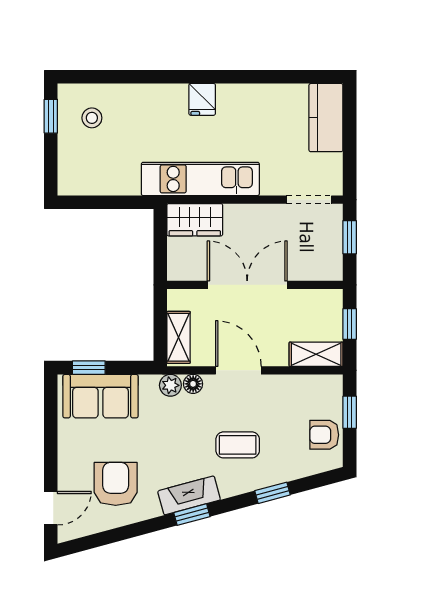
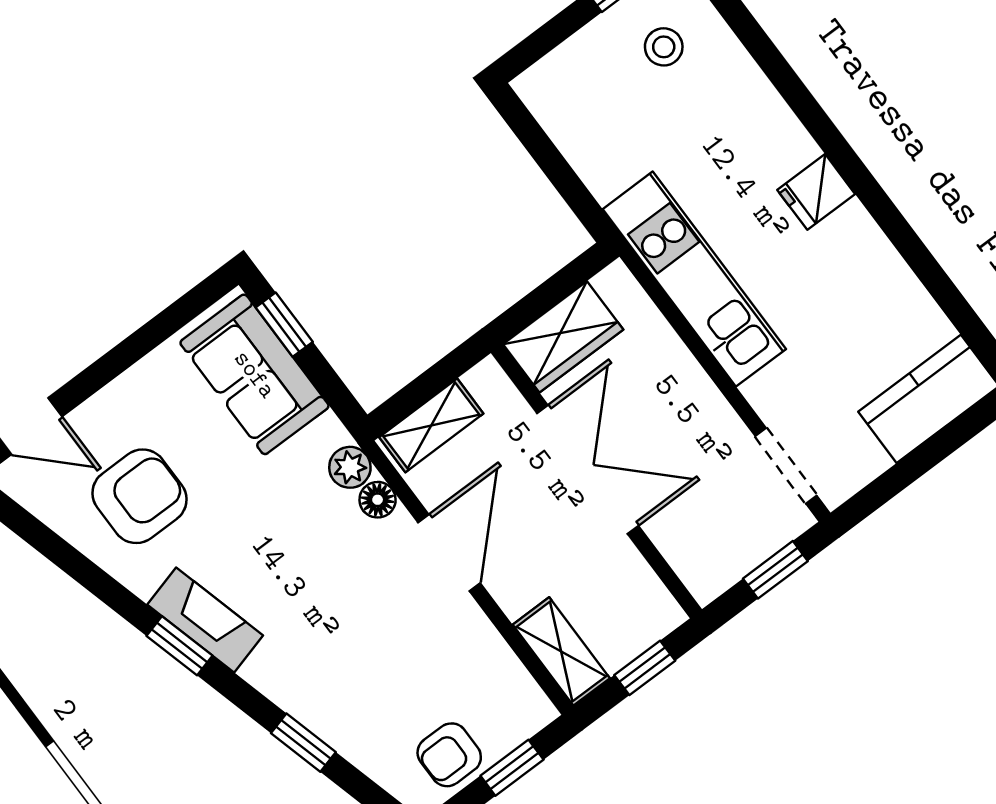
wardrobe: (195, 220) -> (563, 337), moved, turned -90
armchair: (324, 435) -> (449, 755), turned -90
coffee table: (238, 445) -> (336, 636), removed

